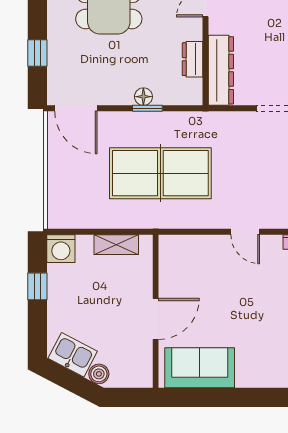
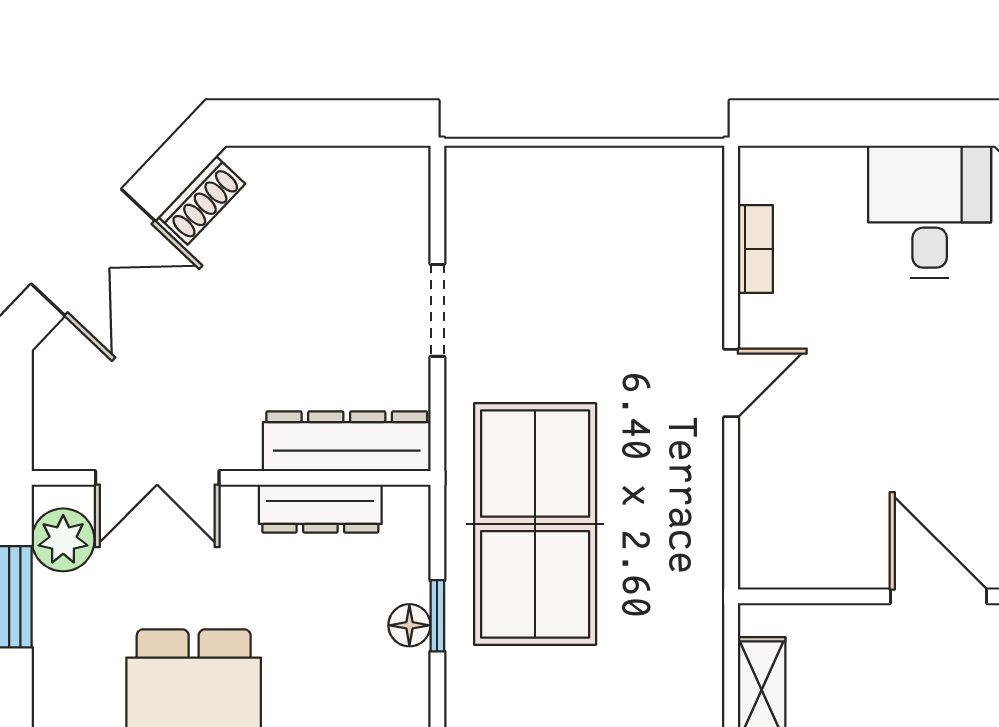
dresser: (193, 59) -> (320, 509), width x1.44
table tennis table: (160, 173) -> (535, 524), moved

